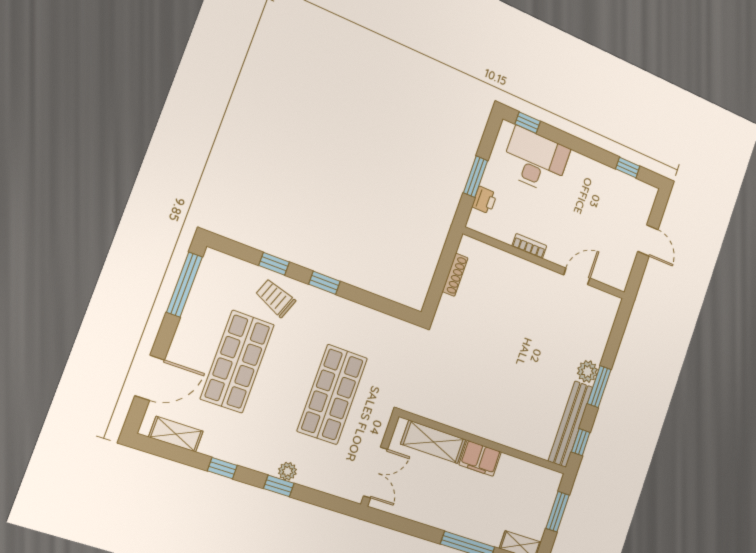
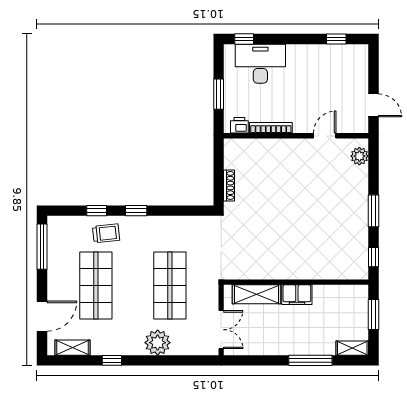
printer: (485, 200) -> (239, 125), moved, turned -90
door: (648, 241) -> (373, 105), moved
bookcase: (529, 246) -> (271, 128), width x1.56
shoe rack: (455, 275) -> (229, 185), moved
trolley: (275, 298) -> (106, 233), turned 153
plant: (587, 371) -> (359, 156), moved
bench: (571, 424) -> (360, 246), removed
plant: (287, 471) -> (158, 343), width x1.88, depth x1.88
window: (279, 486) -> (155, 360), removed

